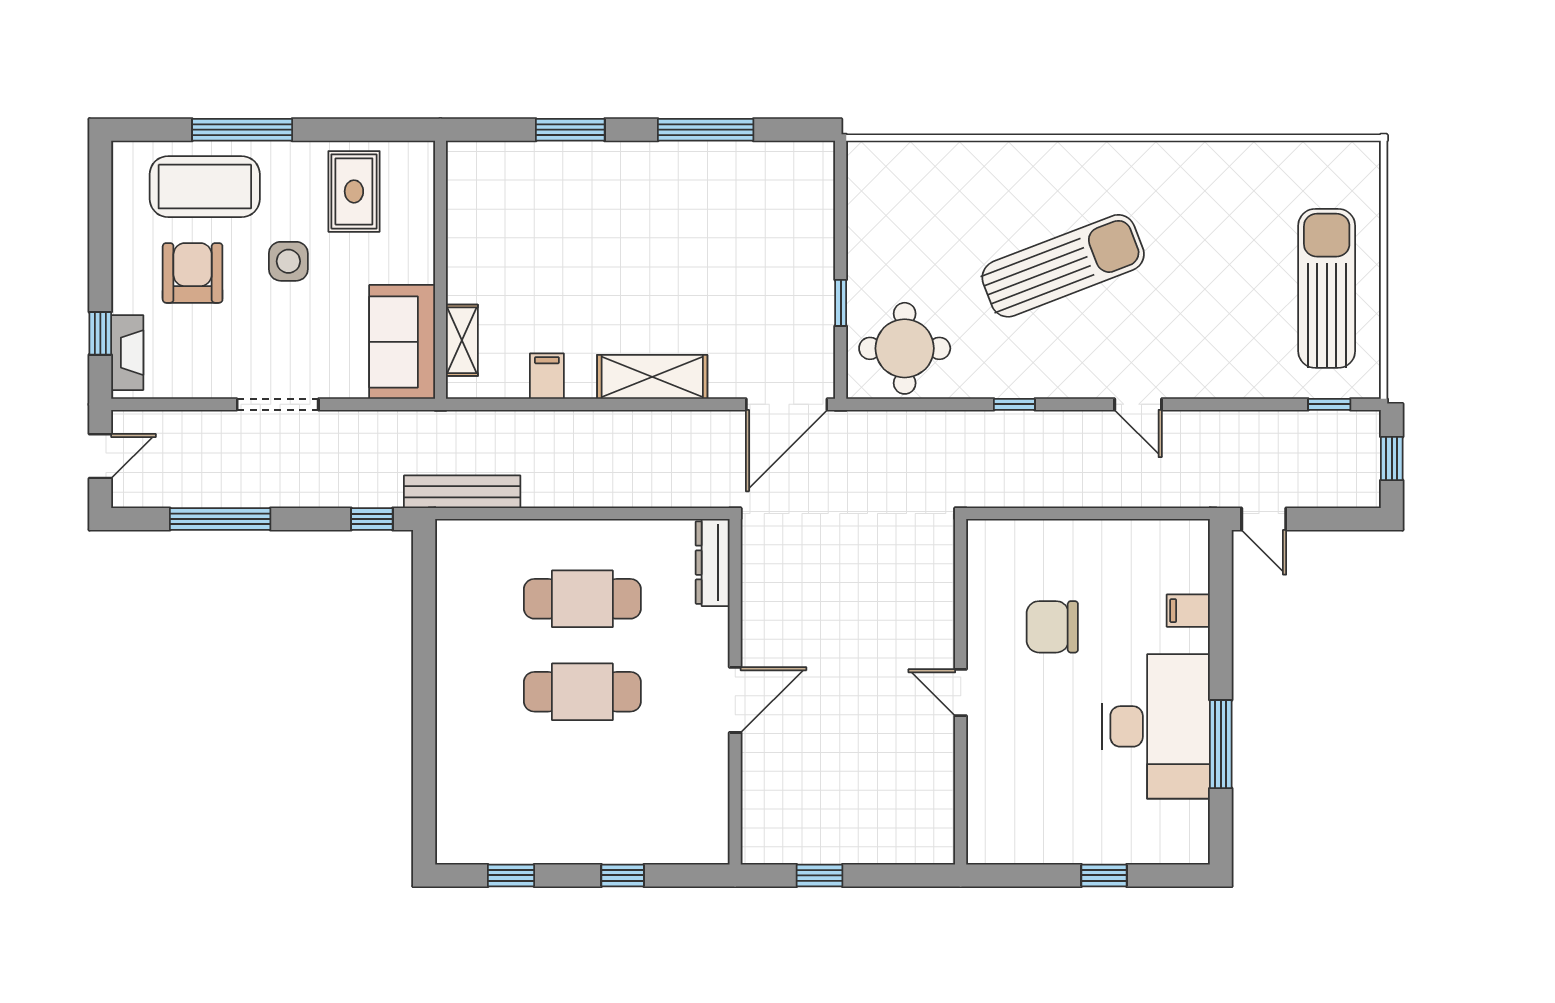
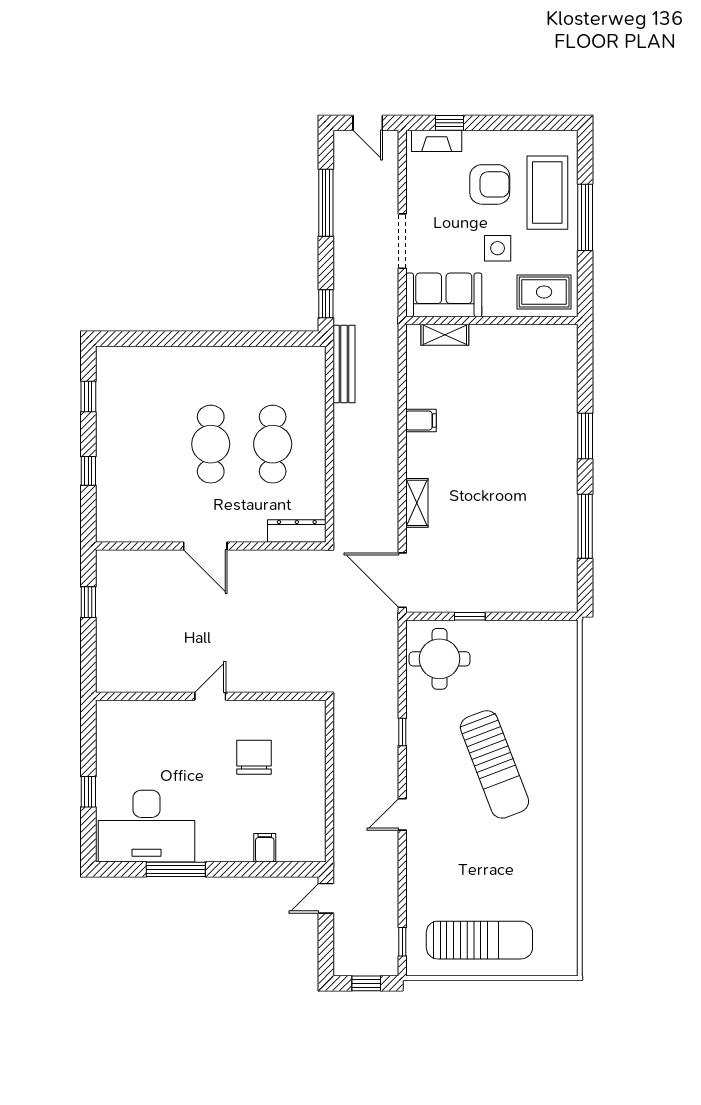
wall: (440, 270) -> (492, 320), moved
shelving: (462, 340) -> (445, 335), moved
sofa: (402, 342) -> (444, 295), moved
shelving: (652, 377) -> (417, 503), width x0.67, depth x0.75
desk: (1156, 726) -> (147, 826), moved

